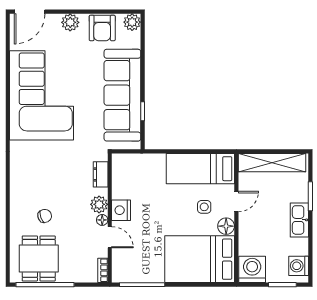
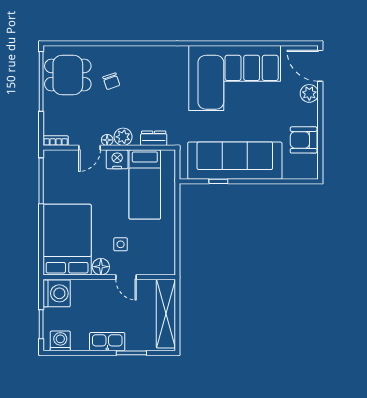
plant: (70, 22) -> (309, 93), moved
plant: (132, 22) -> (310, 171), removed
bed: (200, 169) -> (145, 184), moved, turned 180

